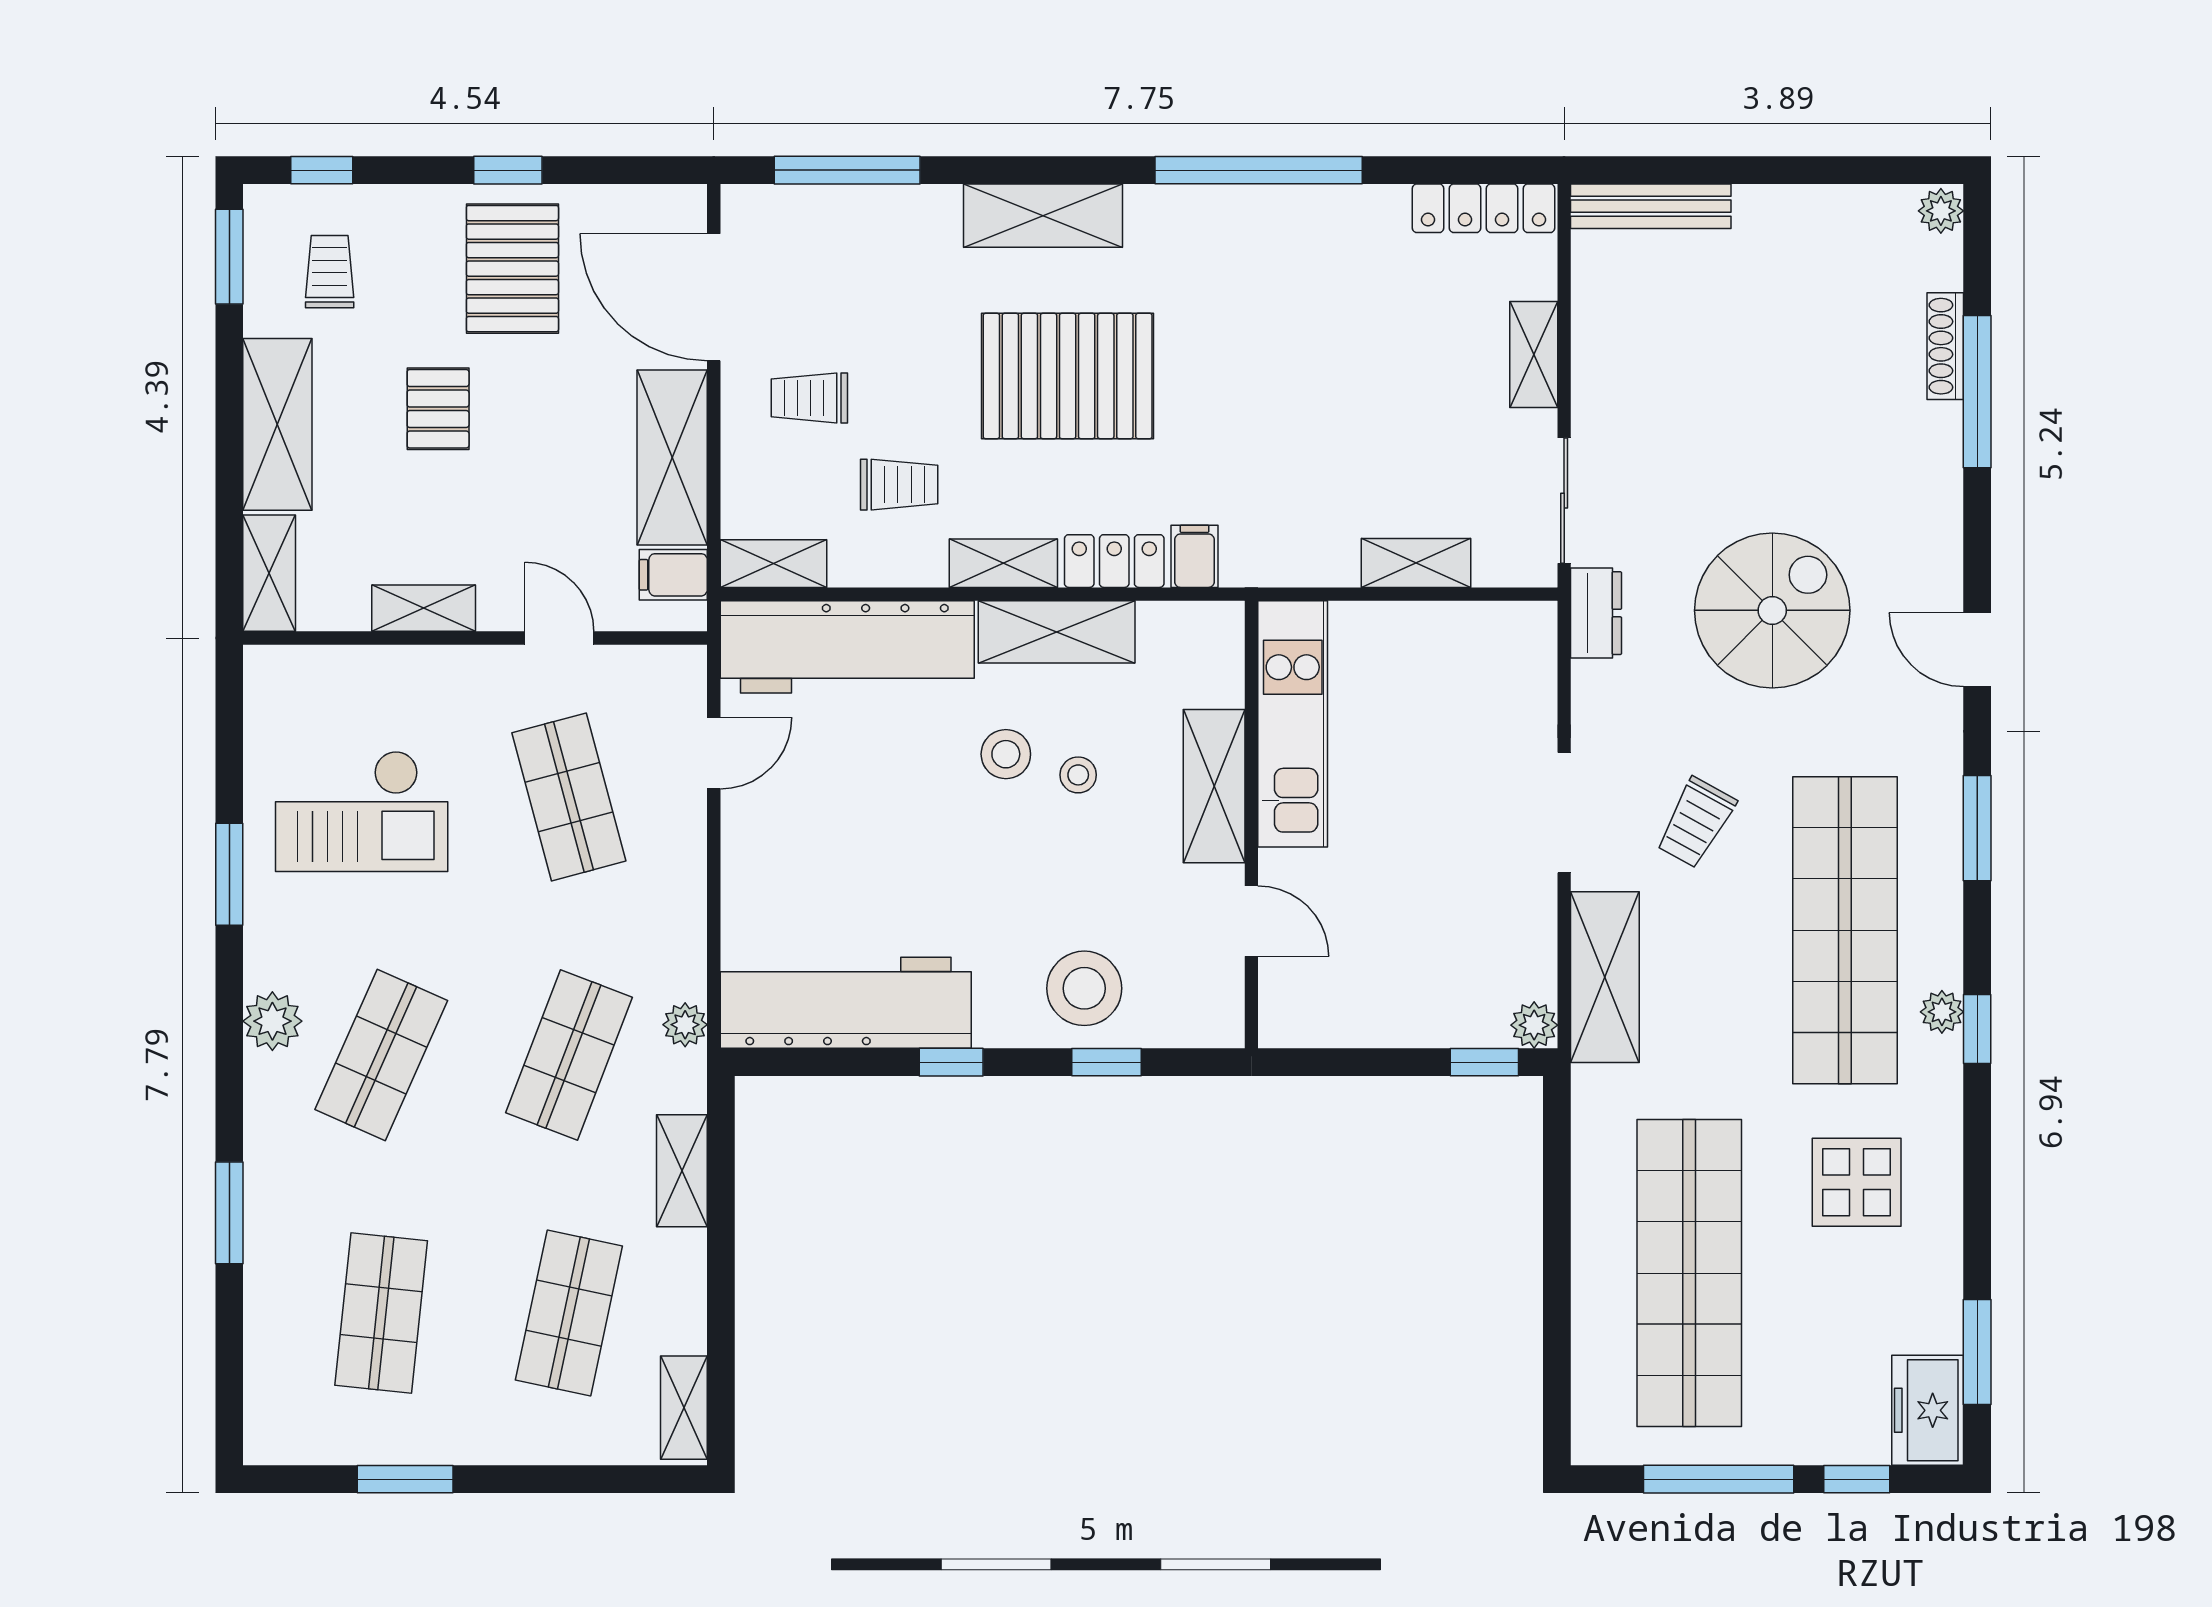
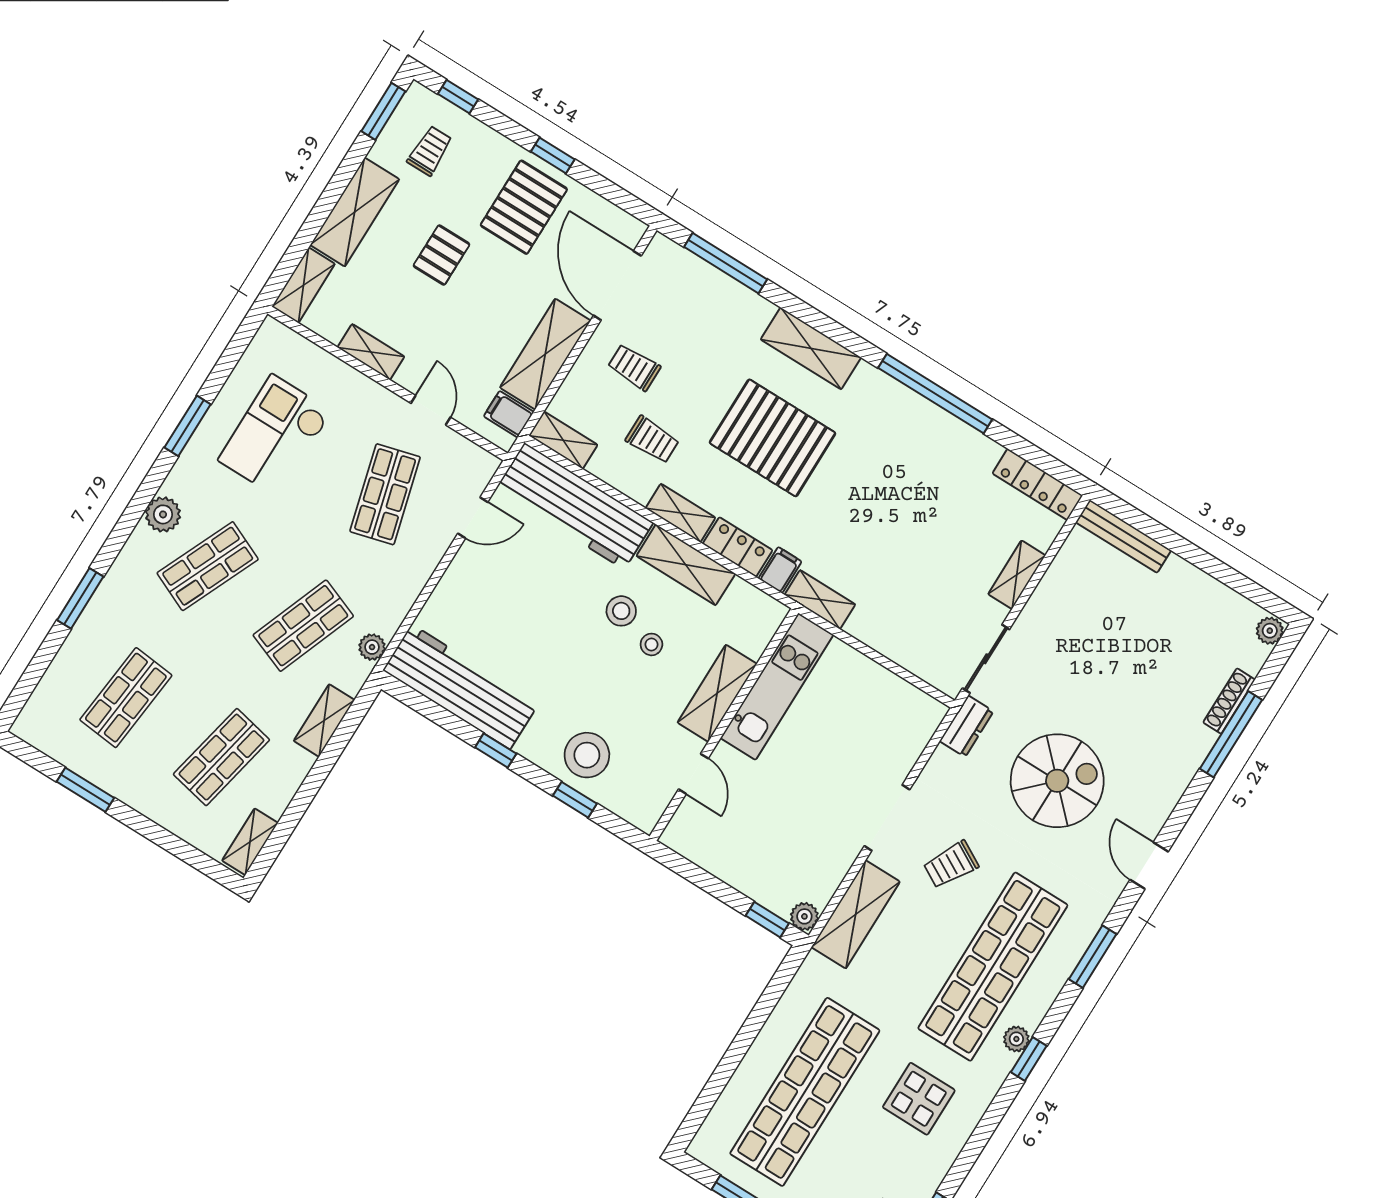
shelving: (1416, 563) -> (820, 600), moved
checkout: (362, 811) -> (275, 436), turned 90

